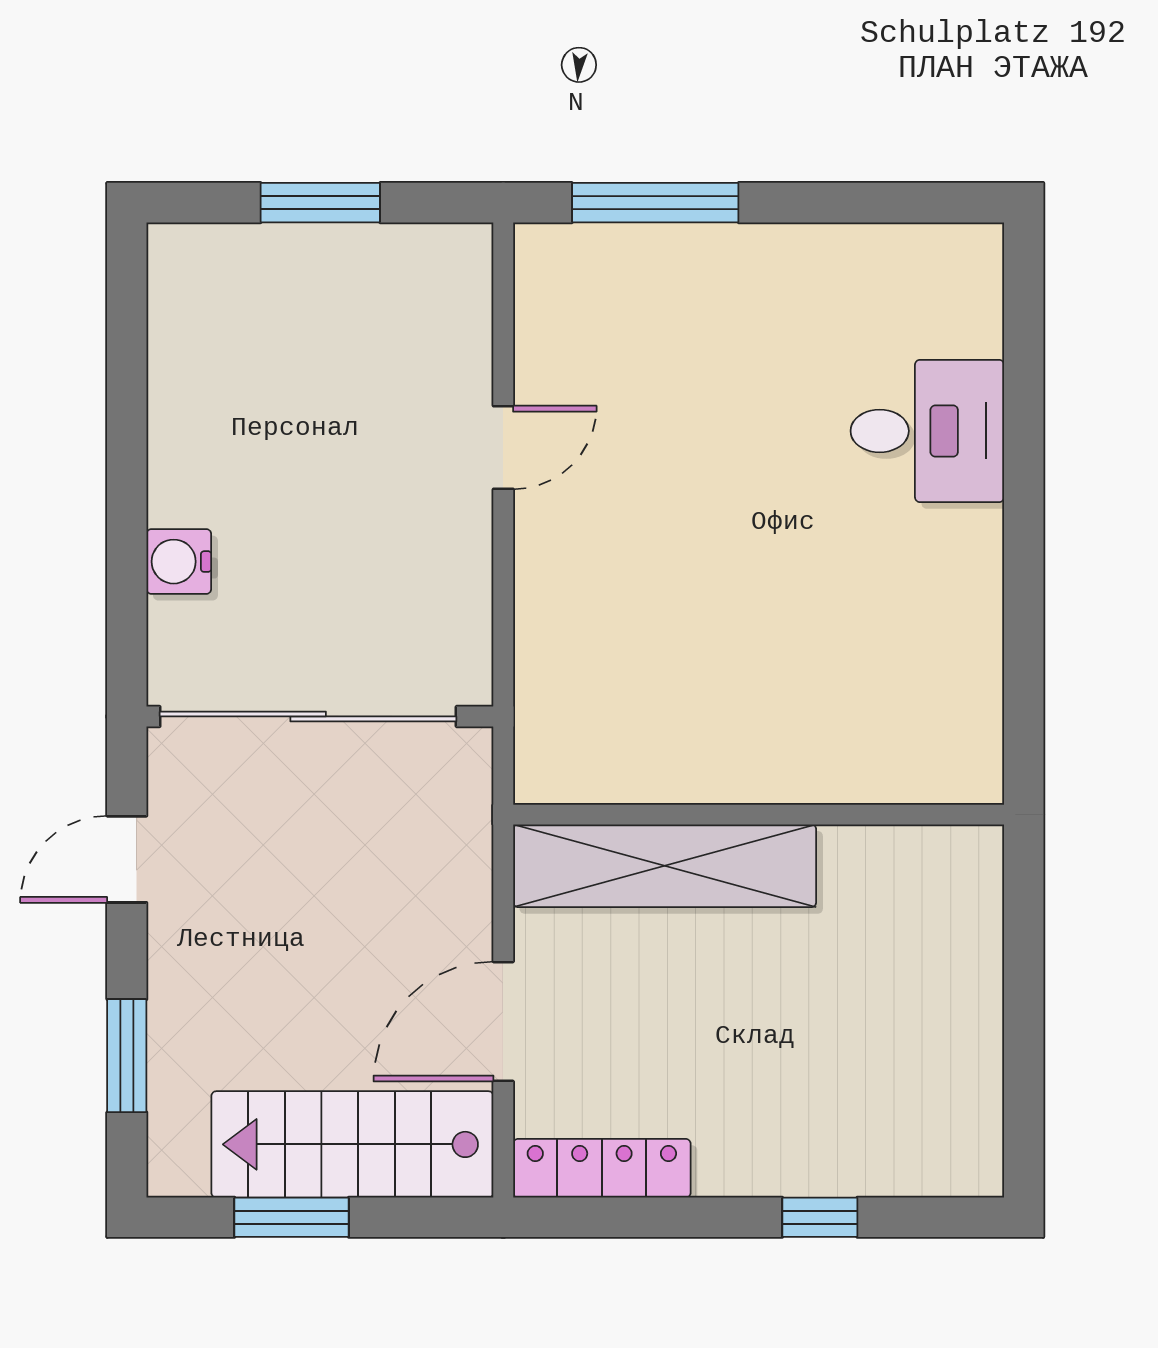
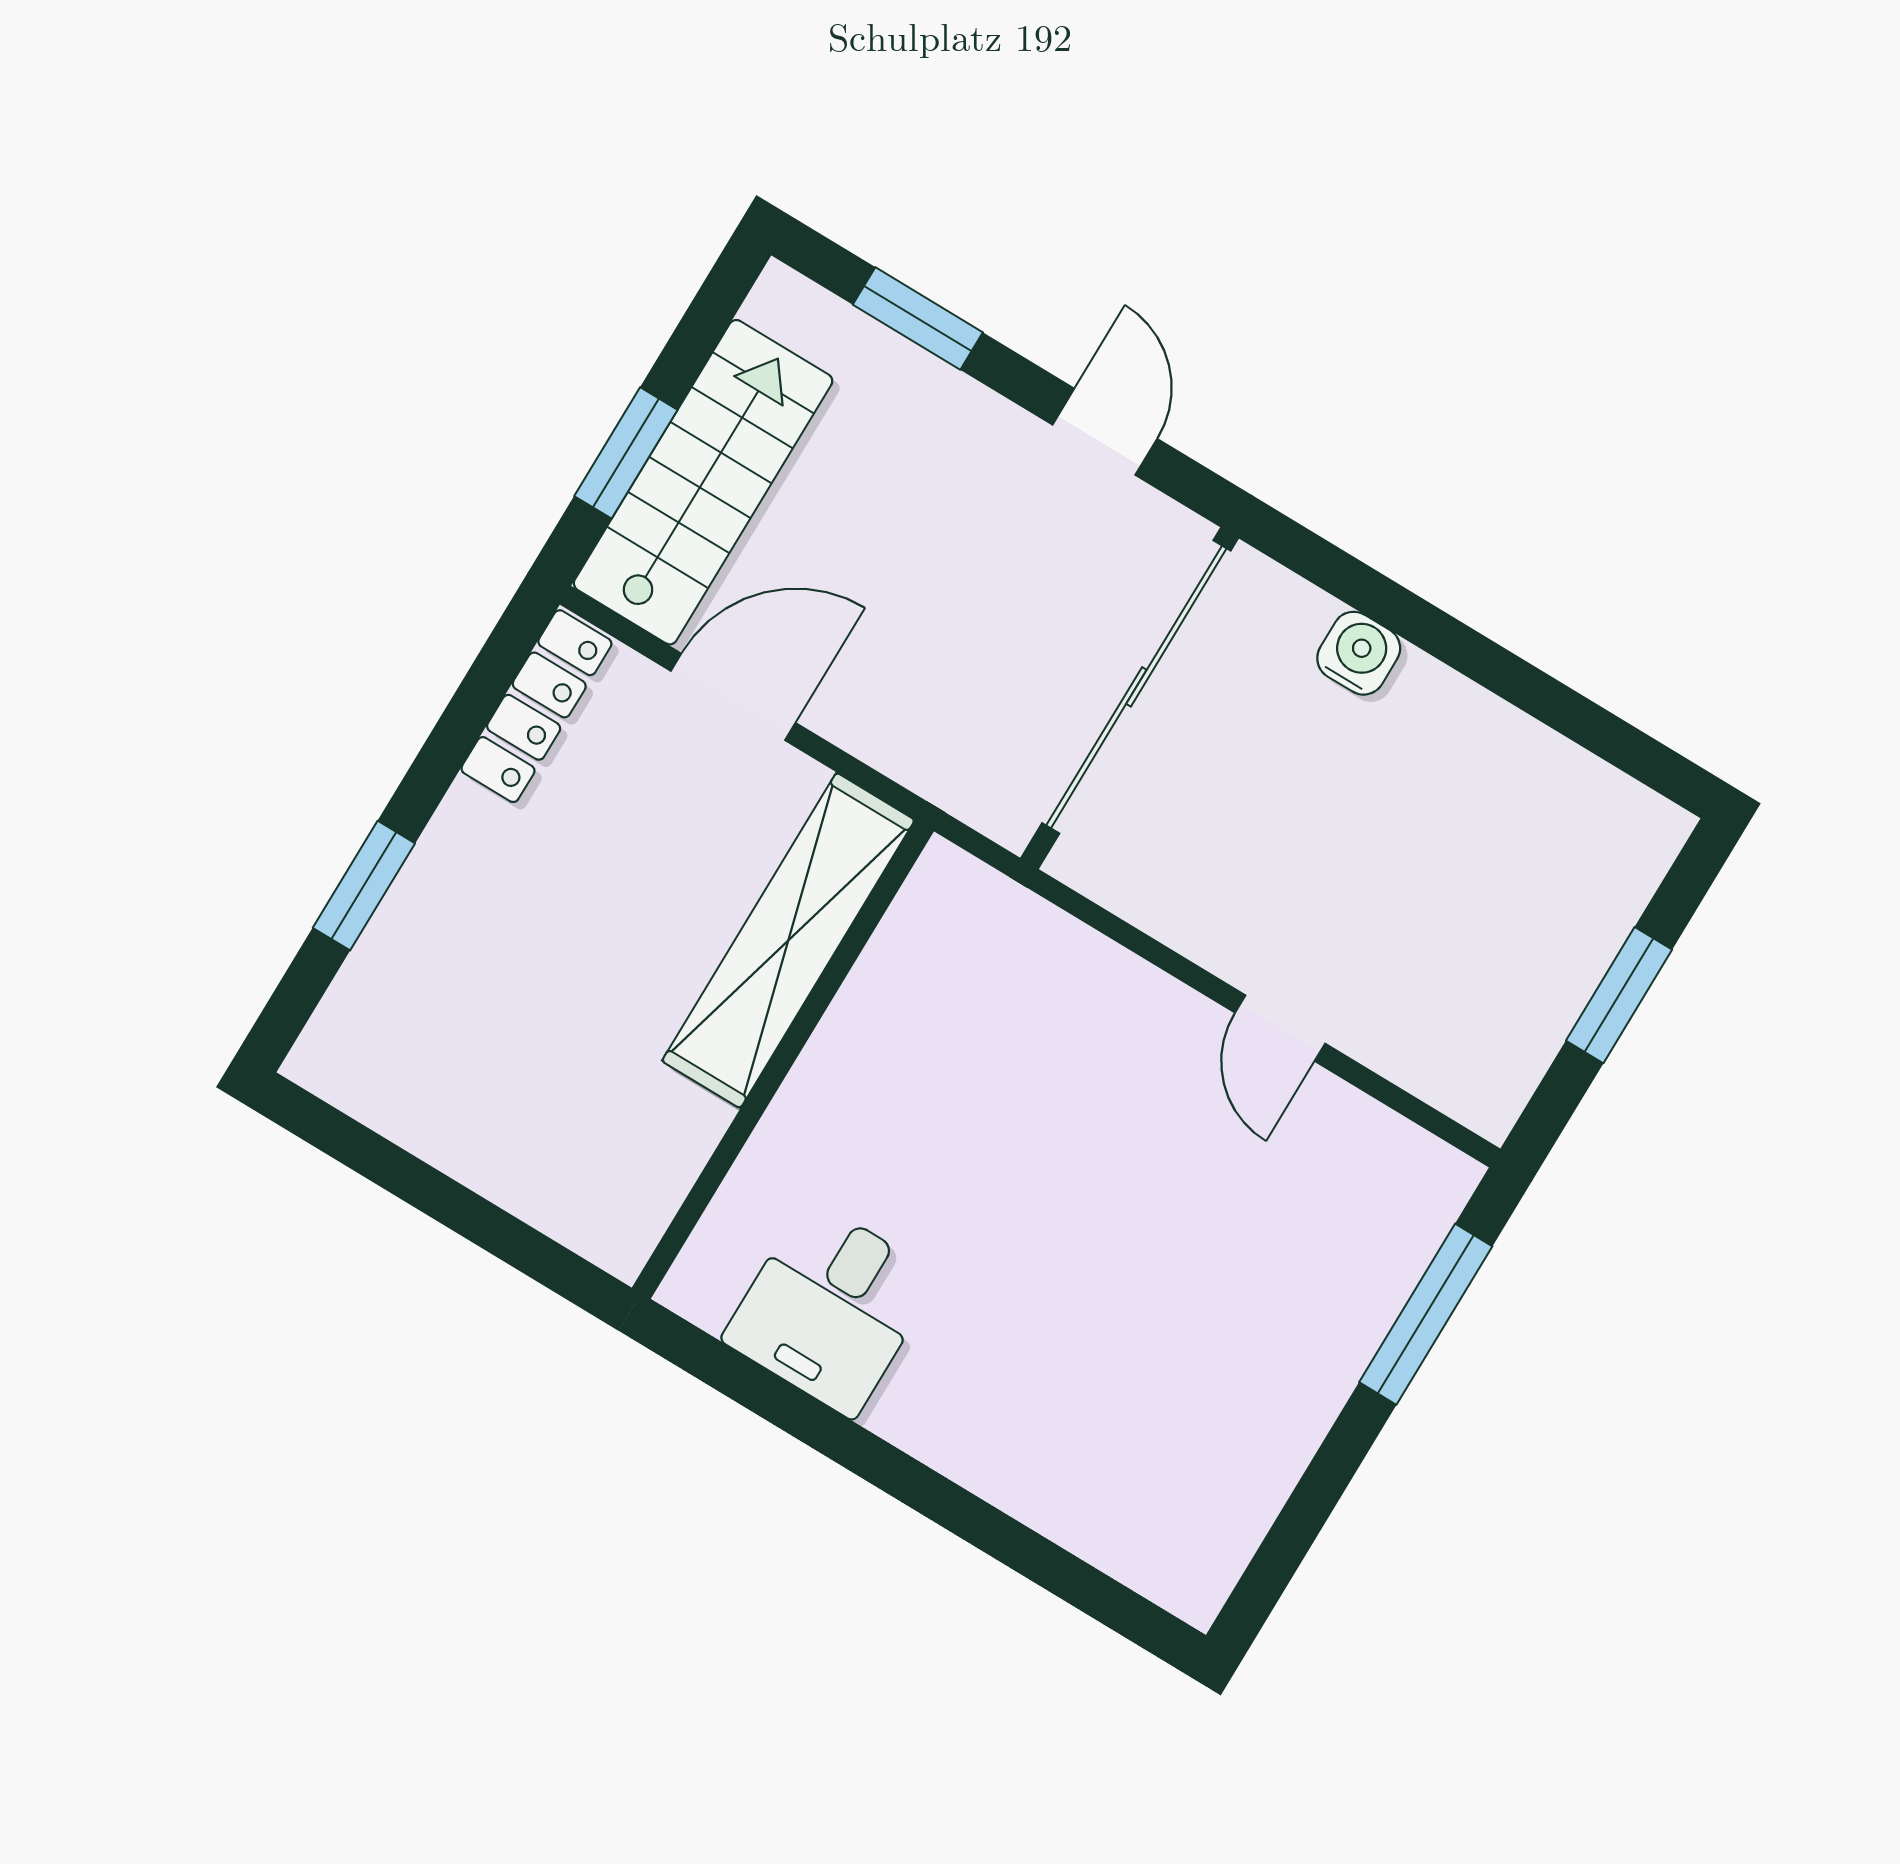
desk: (927, 431) -> (831, 1308), moved
door: (503, 1021) -> (733, 697), hinge flipped
window: (292, 1217) -> (626, 453), moved
window: (820, 1217) -> (364, 886), width x1.50

